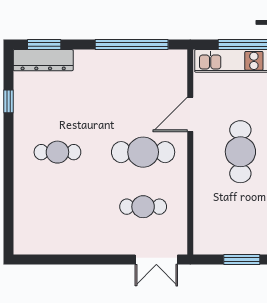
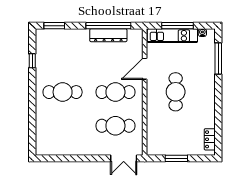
dresser: (43, 60) -> (108, 35), moved
cafe table: (57, 152) -> (63, 92), width x1.37, depth x1.35
cafe table: (143, 207) -> (115, 126), width x1.37, depth x1.35

